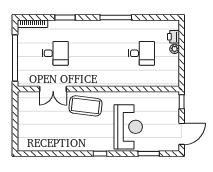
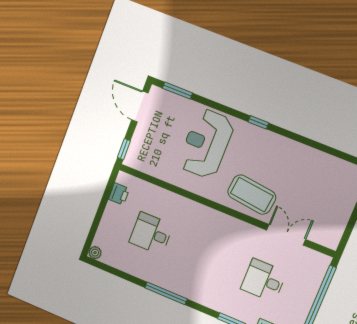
printer: (173, 37) -> (119, 194), moved
plant: (175, 49) -> (95, 253), moved
door: (182, 134) -> (140, 106), hinge flipped
window: (149, 154) -> (177, 91), moved

